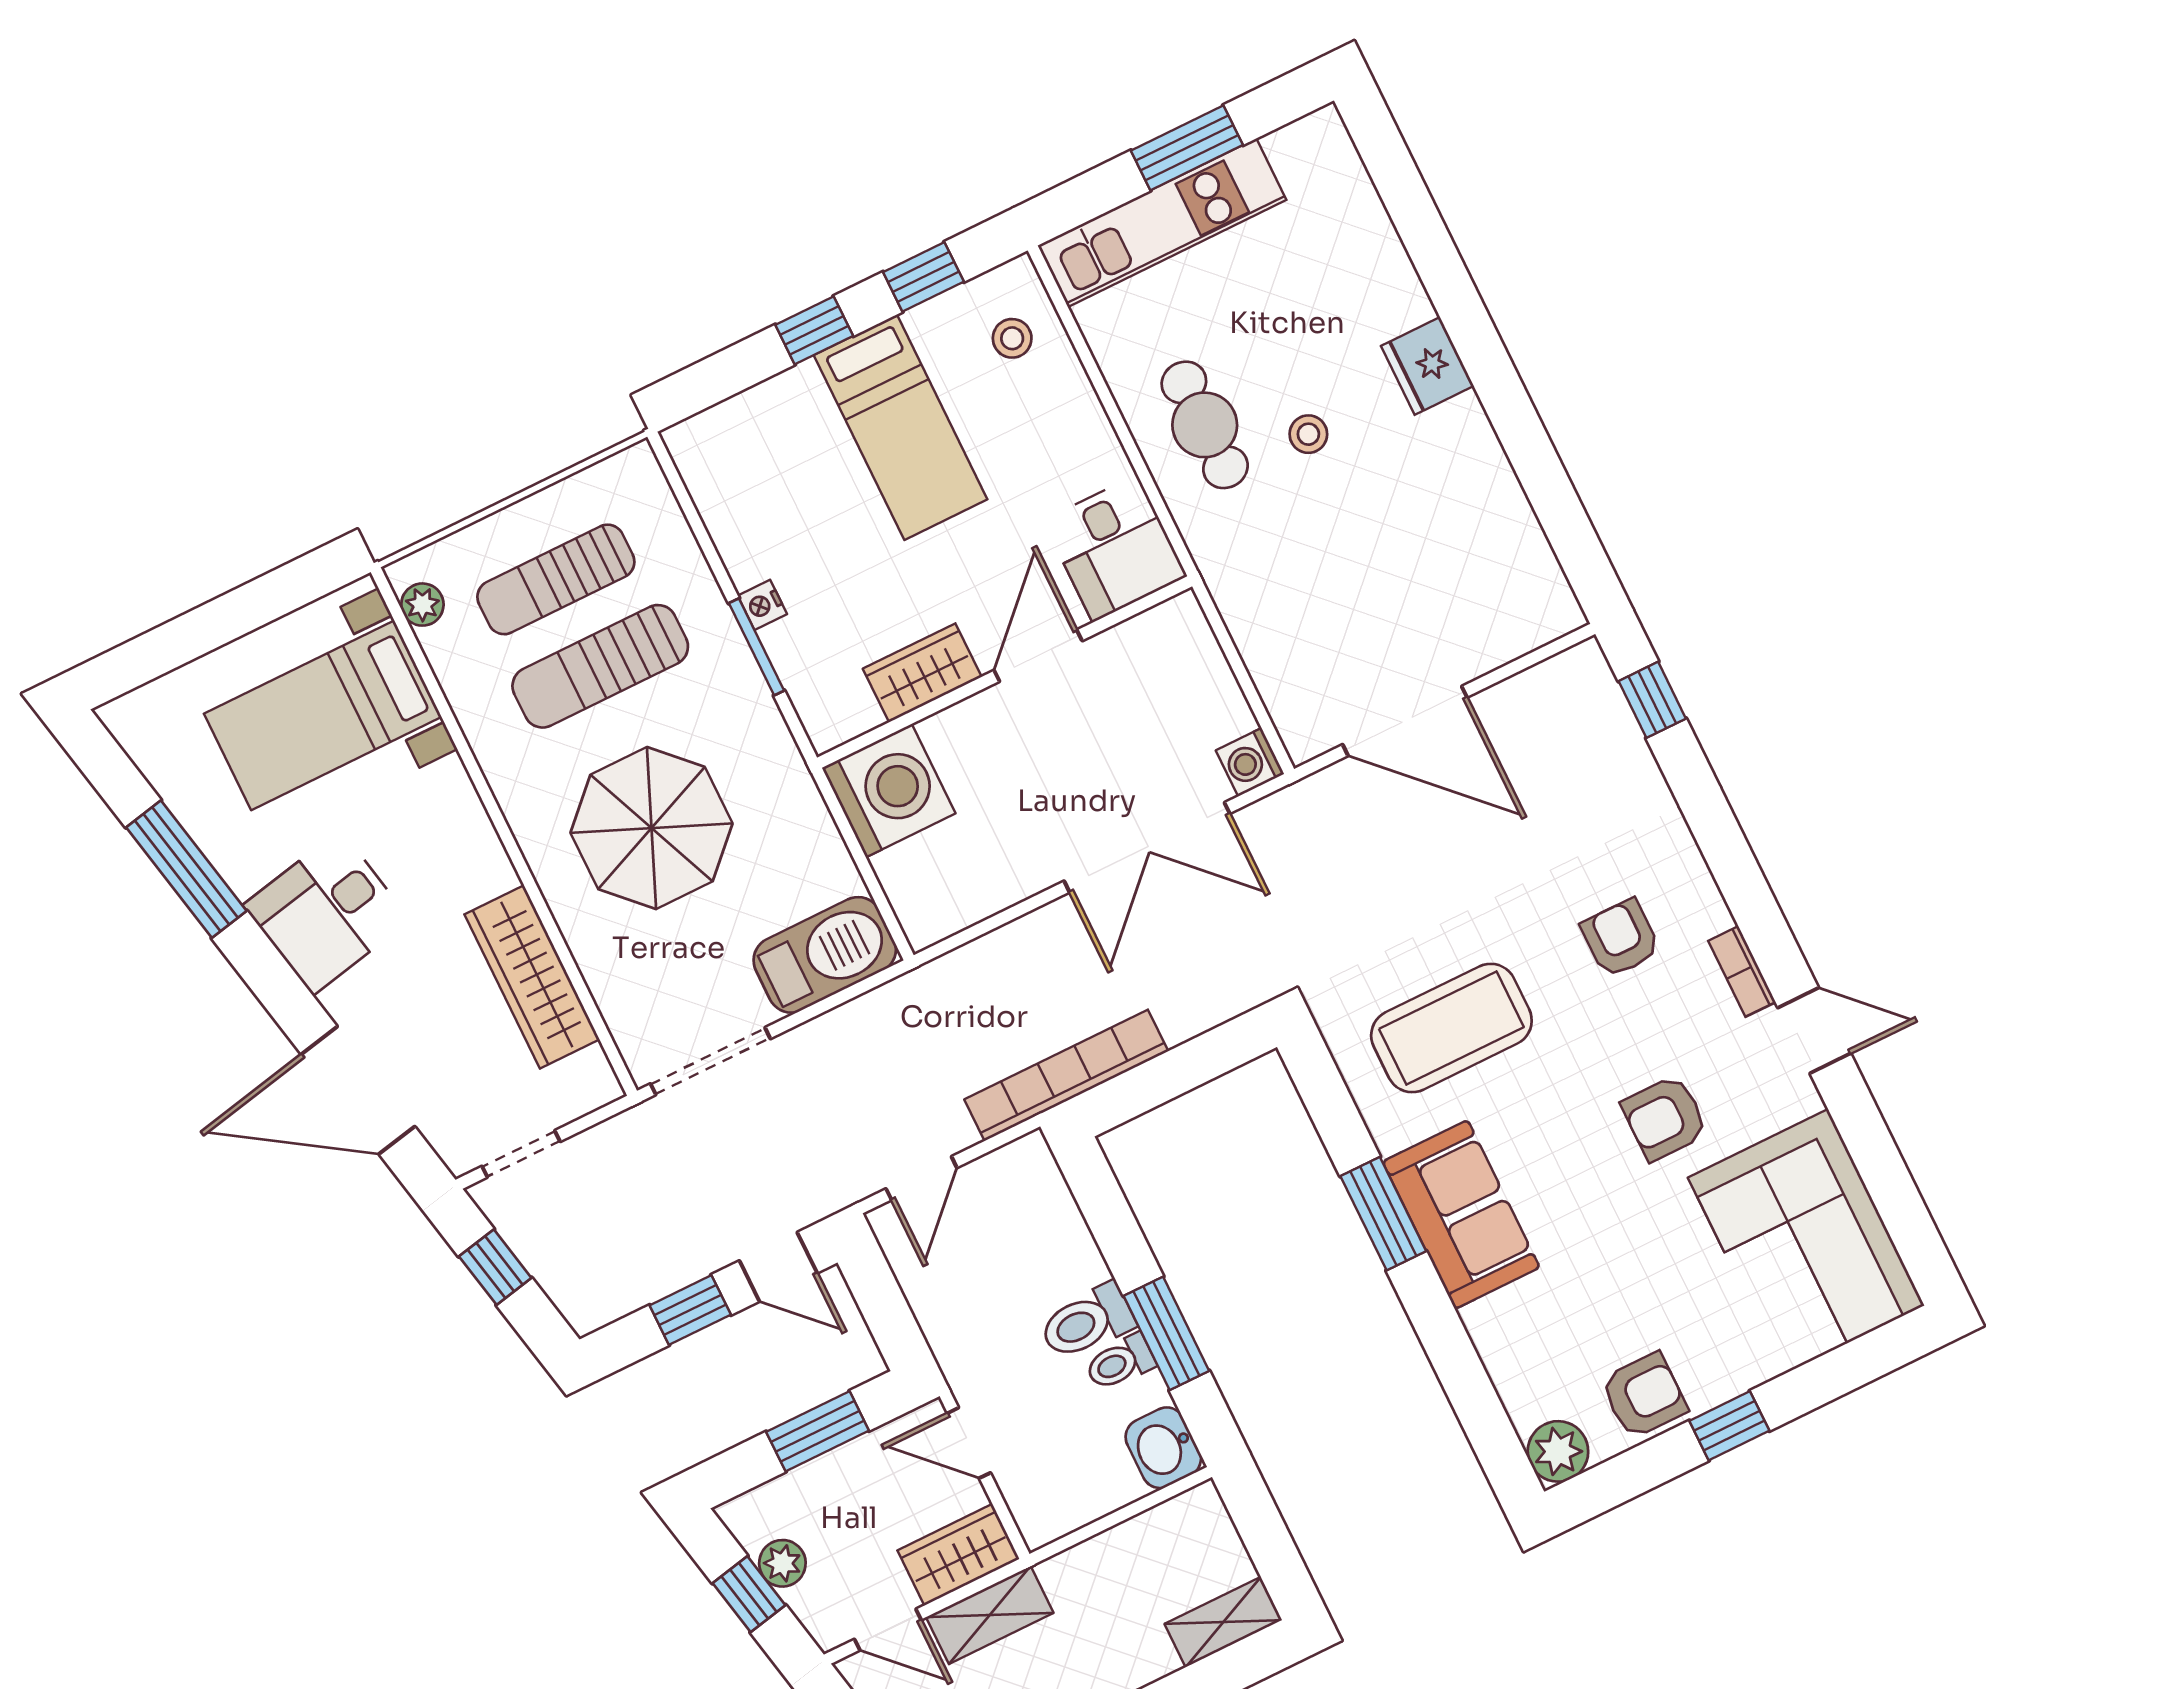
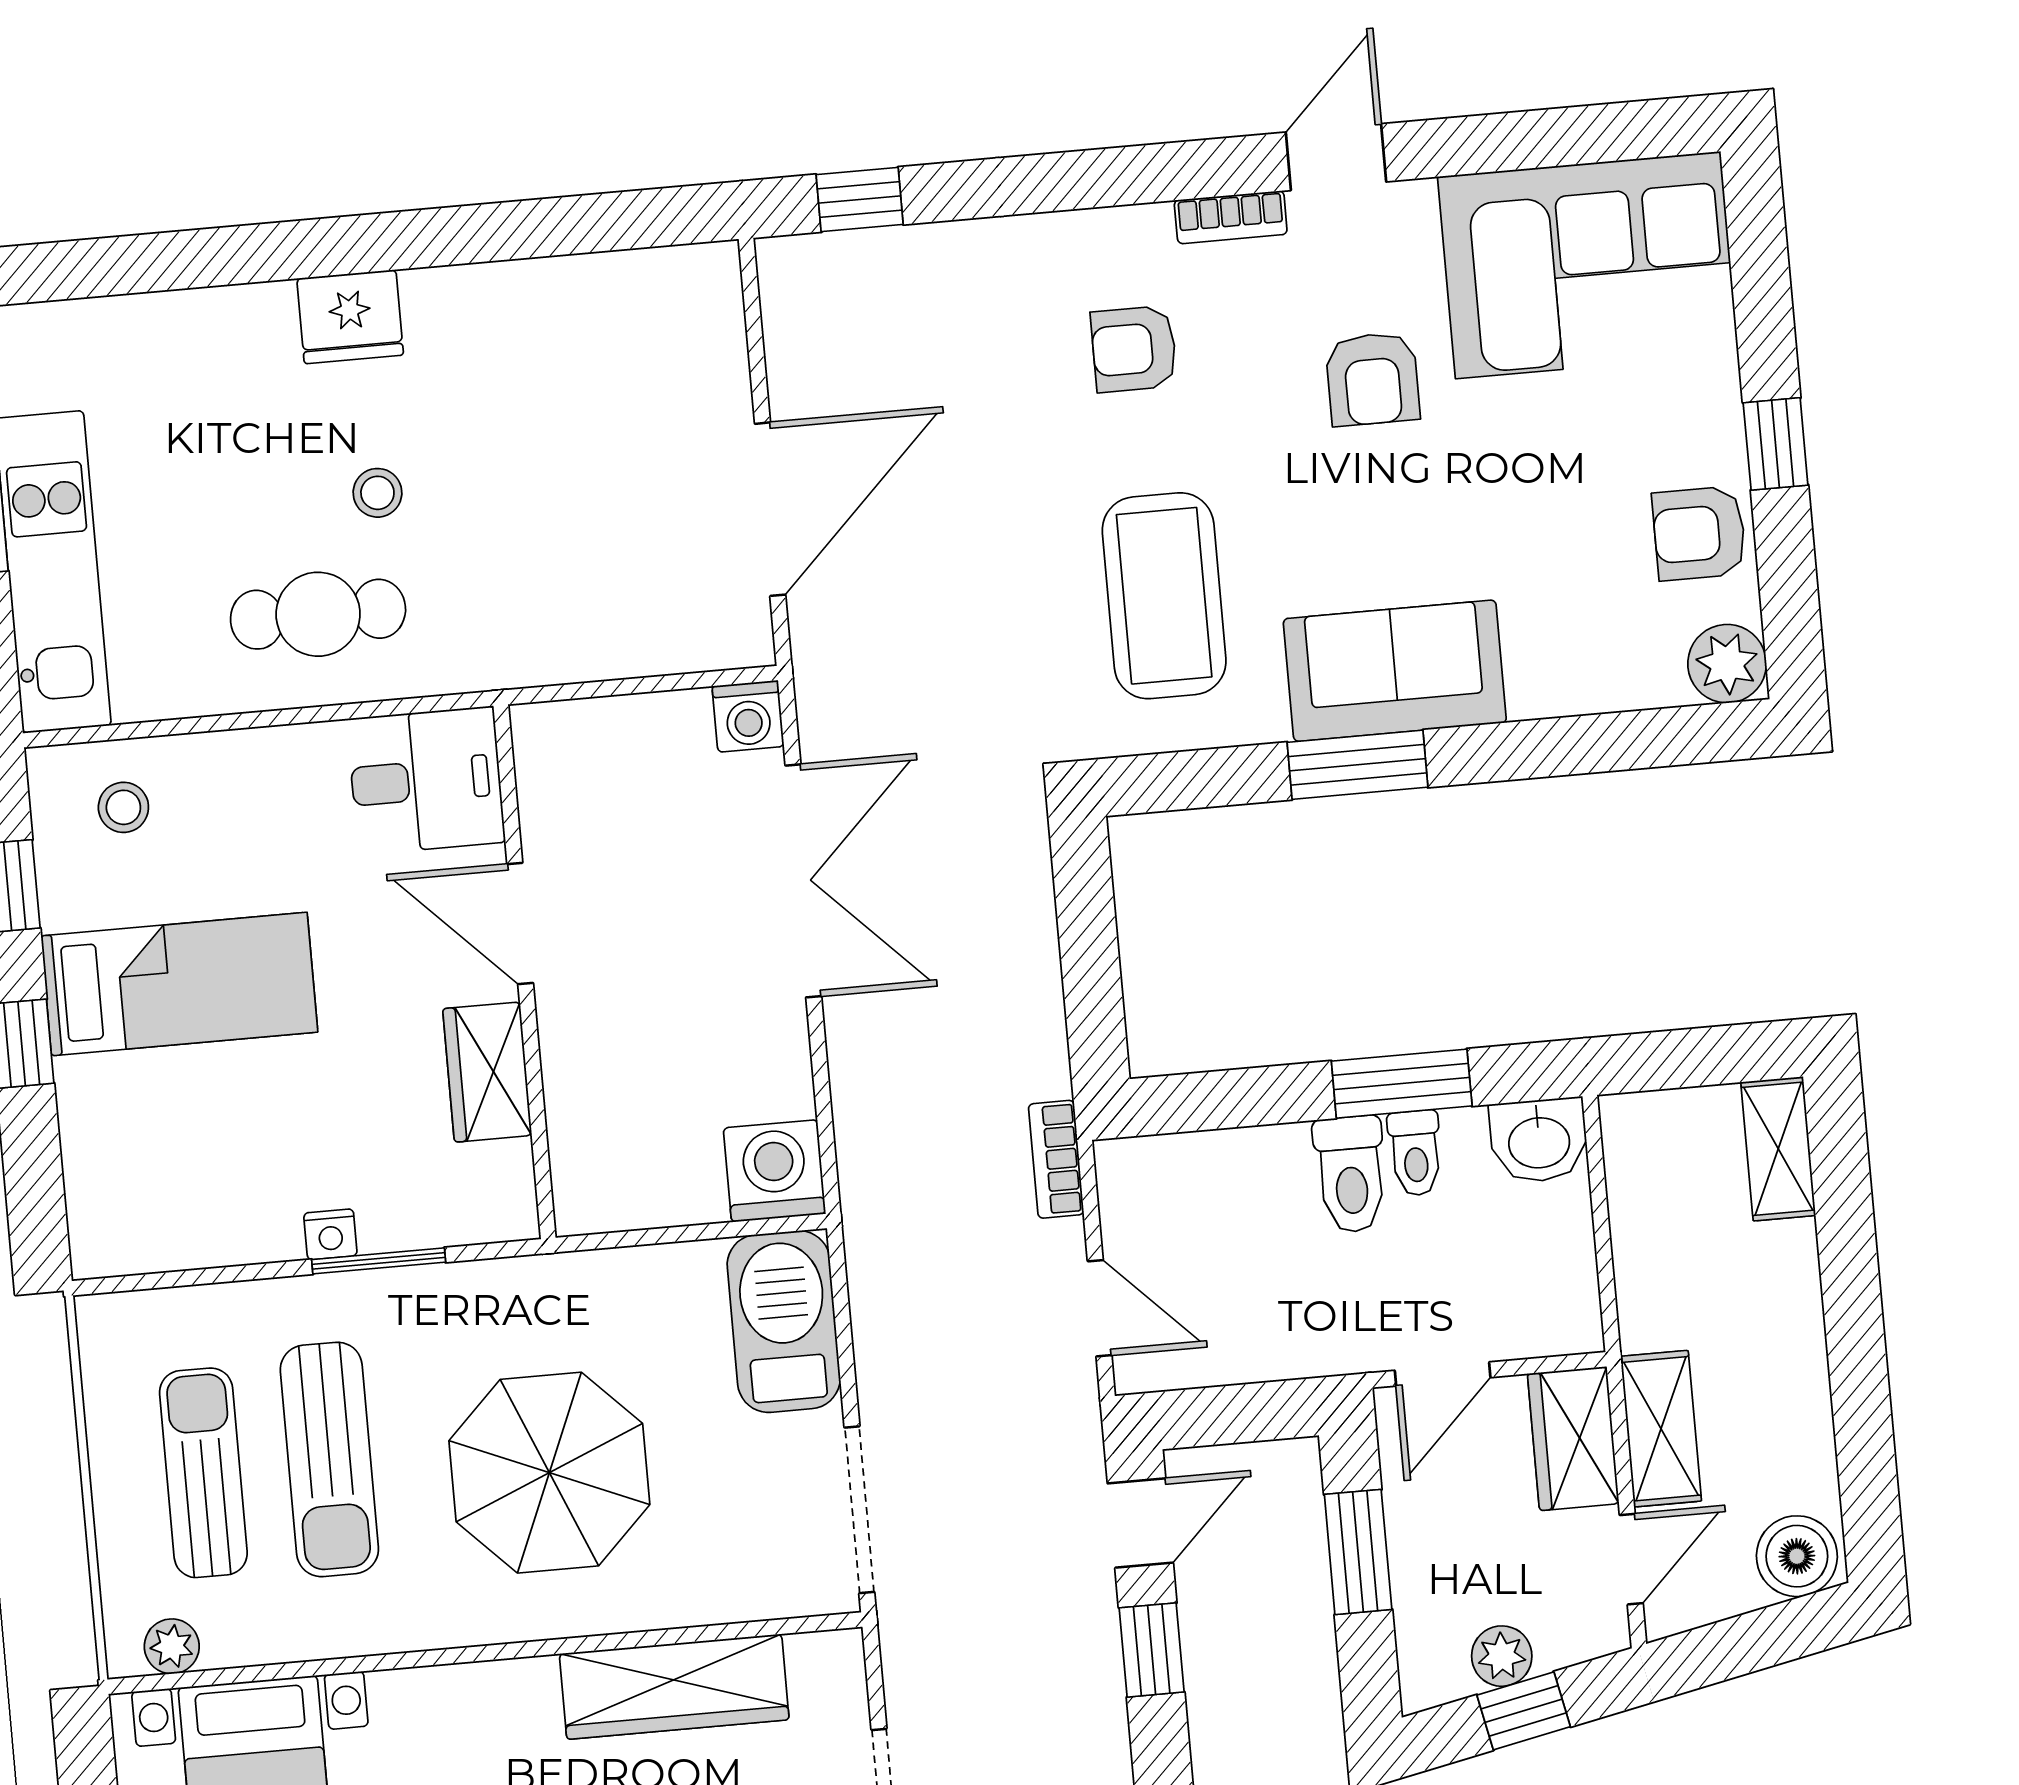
sun lounger: (556, 579) -> (203, 1473), turned 180
washing machine: (889, 791) -> (774, 1171), moved, width x0.73, depth x0.73
bookcase: (1066, 1075) -> (1056, 1159), width x0.43, depth x0.76
armchair: (1644, 1395) -> (1699, 533), turned -90

